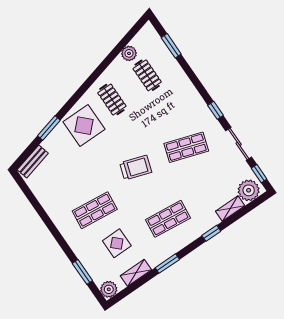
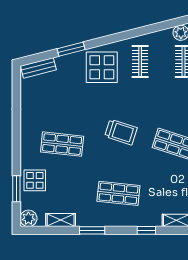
display table: (117, 243) -> (35, 180), moved

